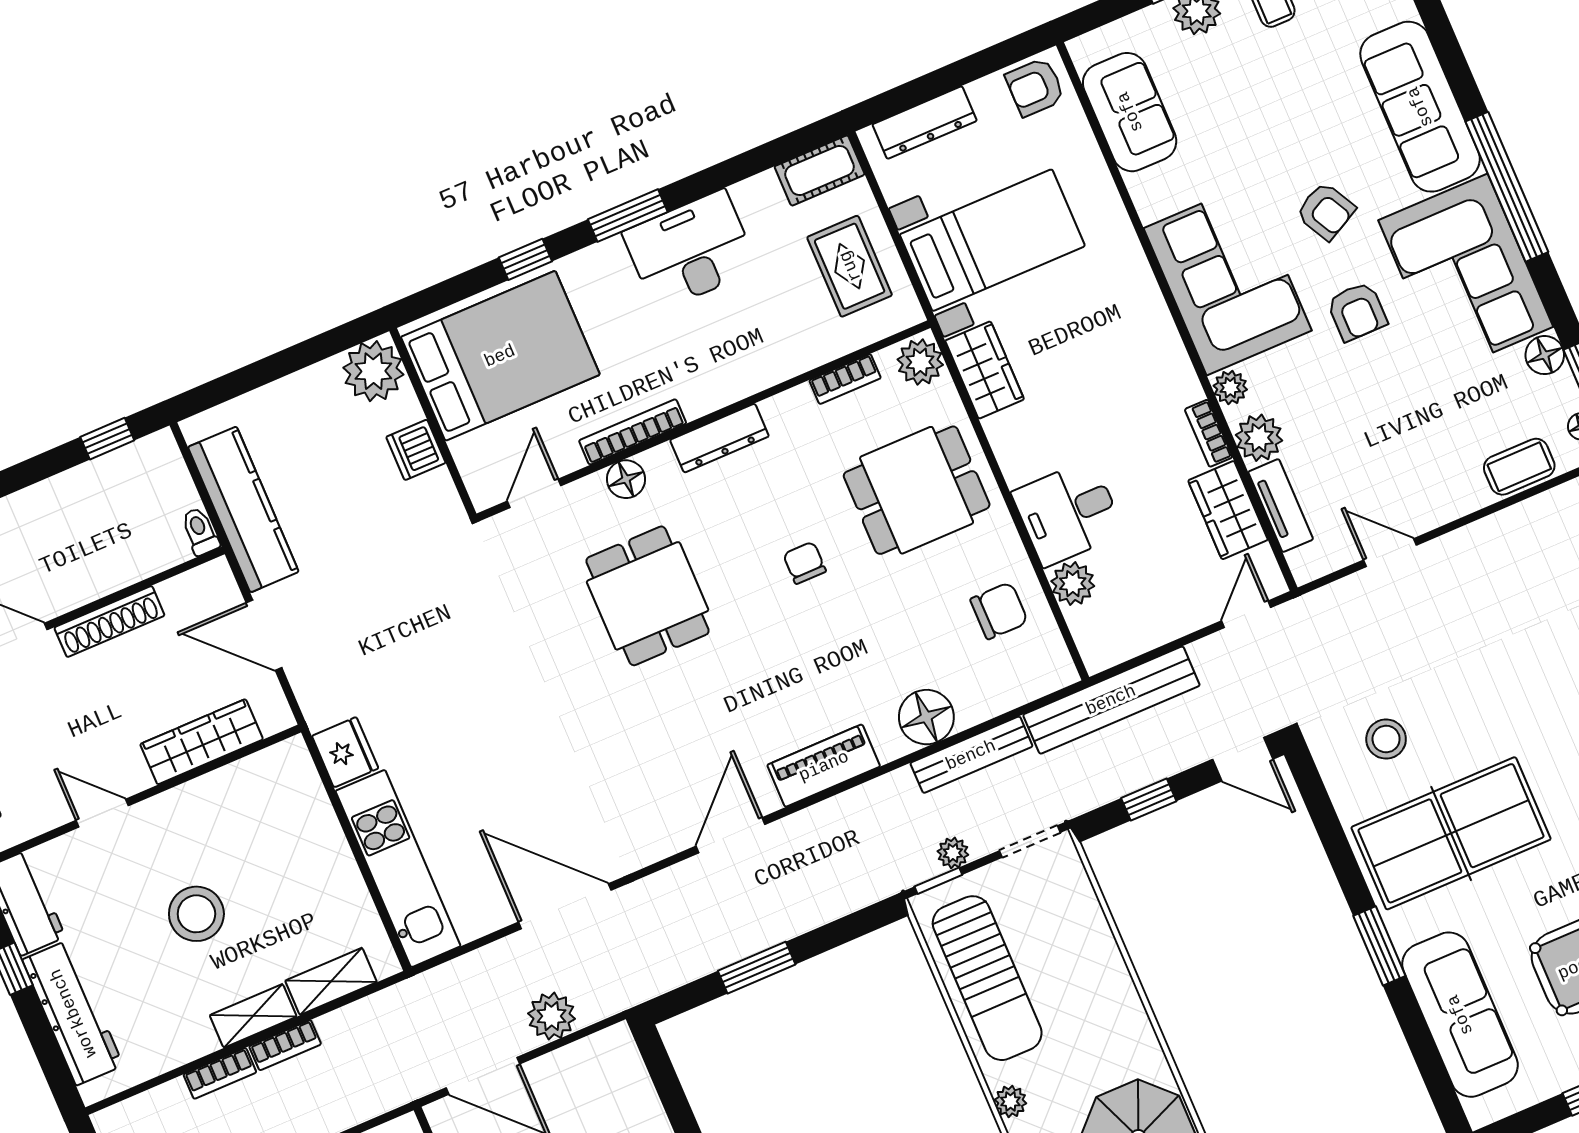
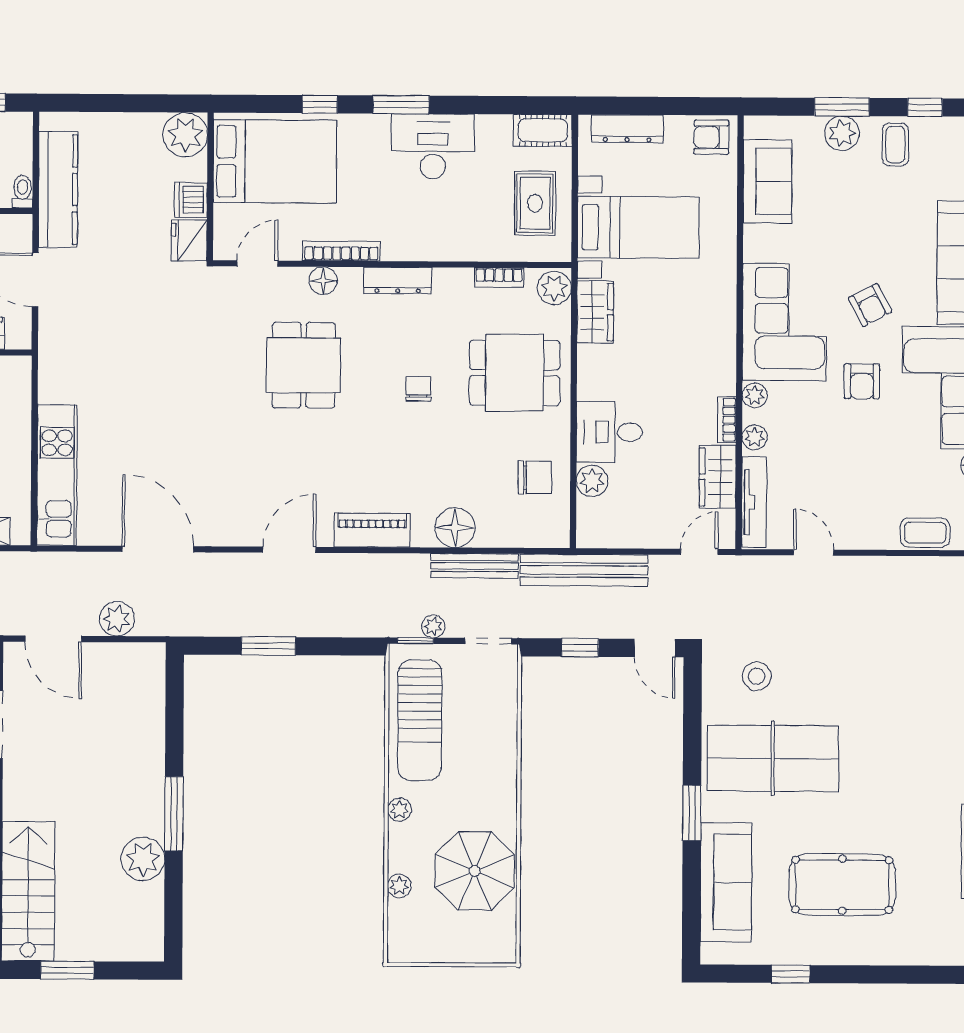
plant: (1259, 438) -> (755, 437), width x0.73, depth x0.73
tv unit: (1281, 506) -> (754, 502), width x1.41
fridge: (345, 752) -> (189, 240), moved, turned 180

